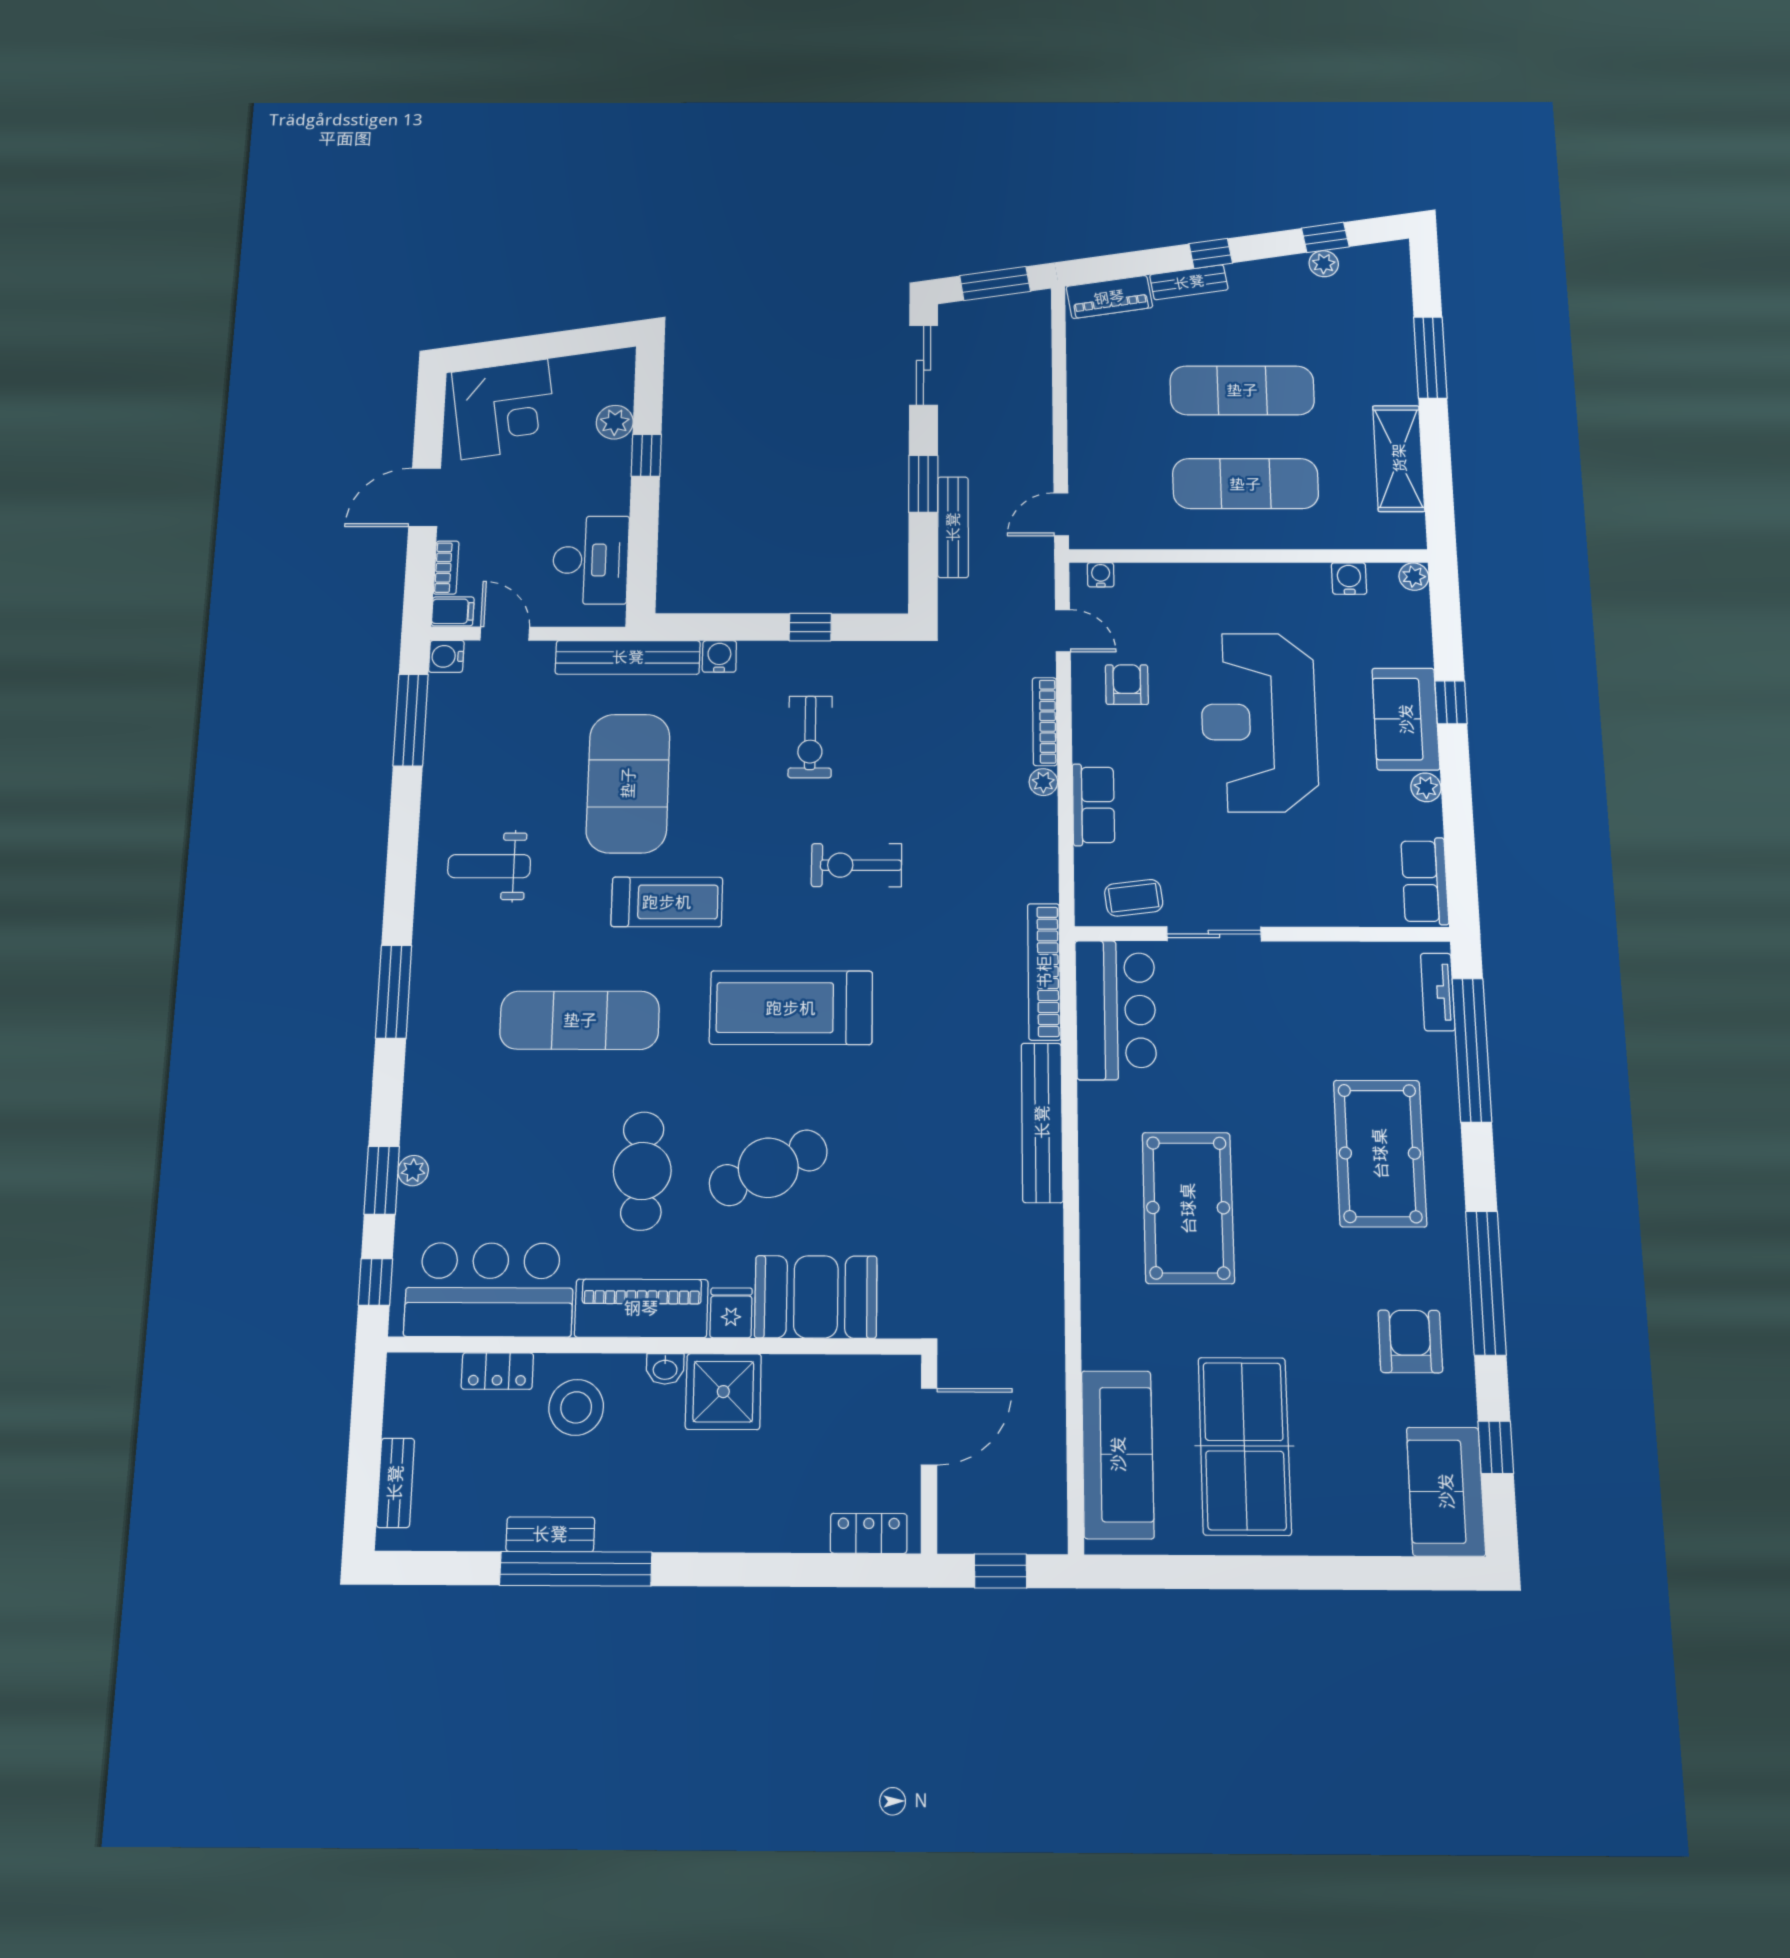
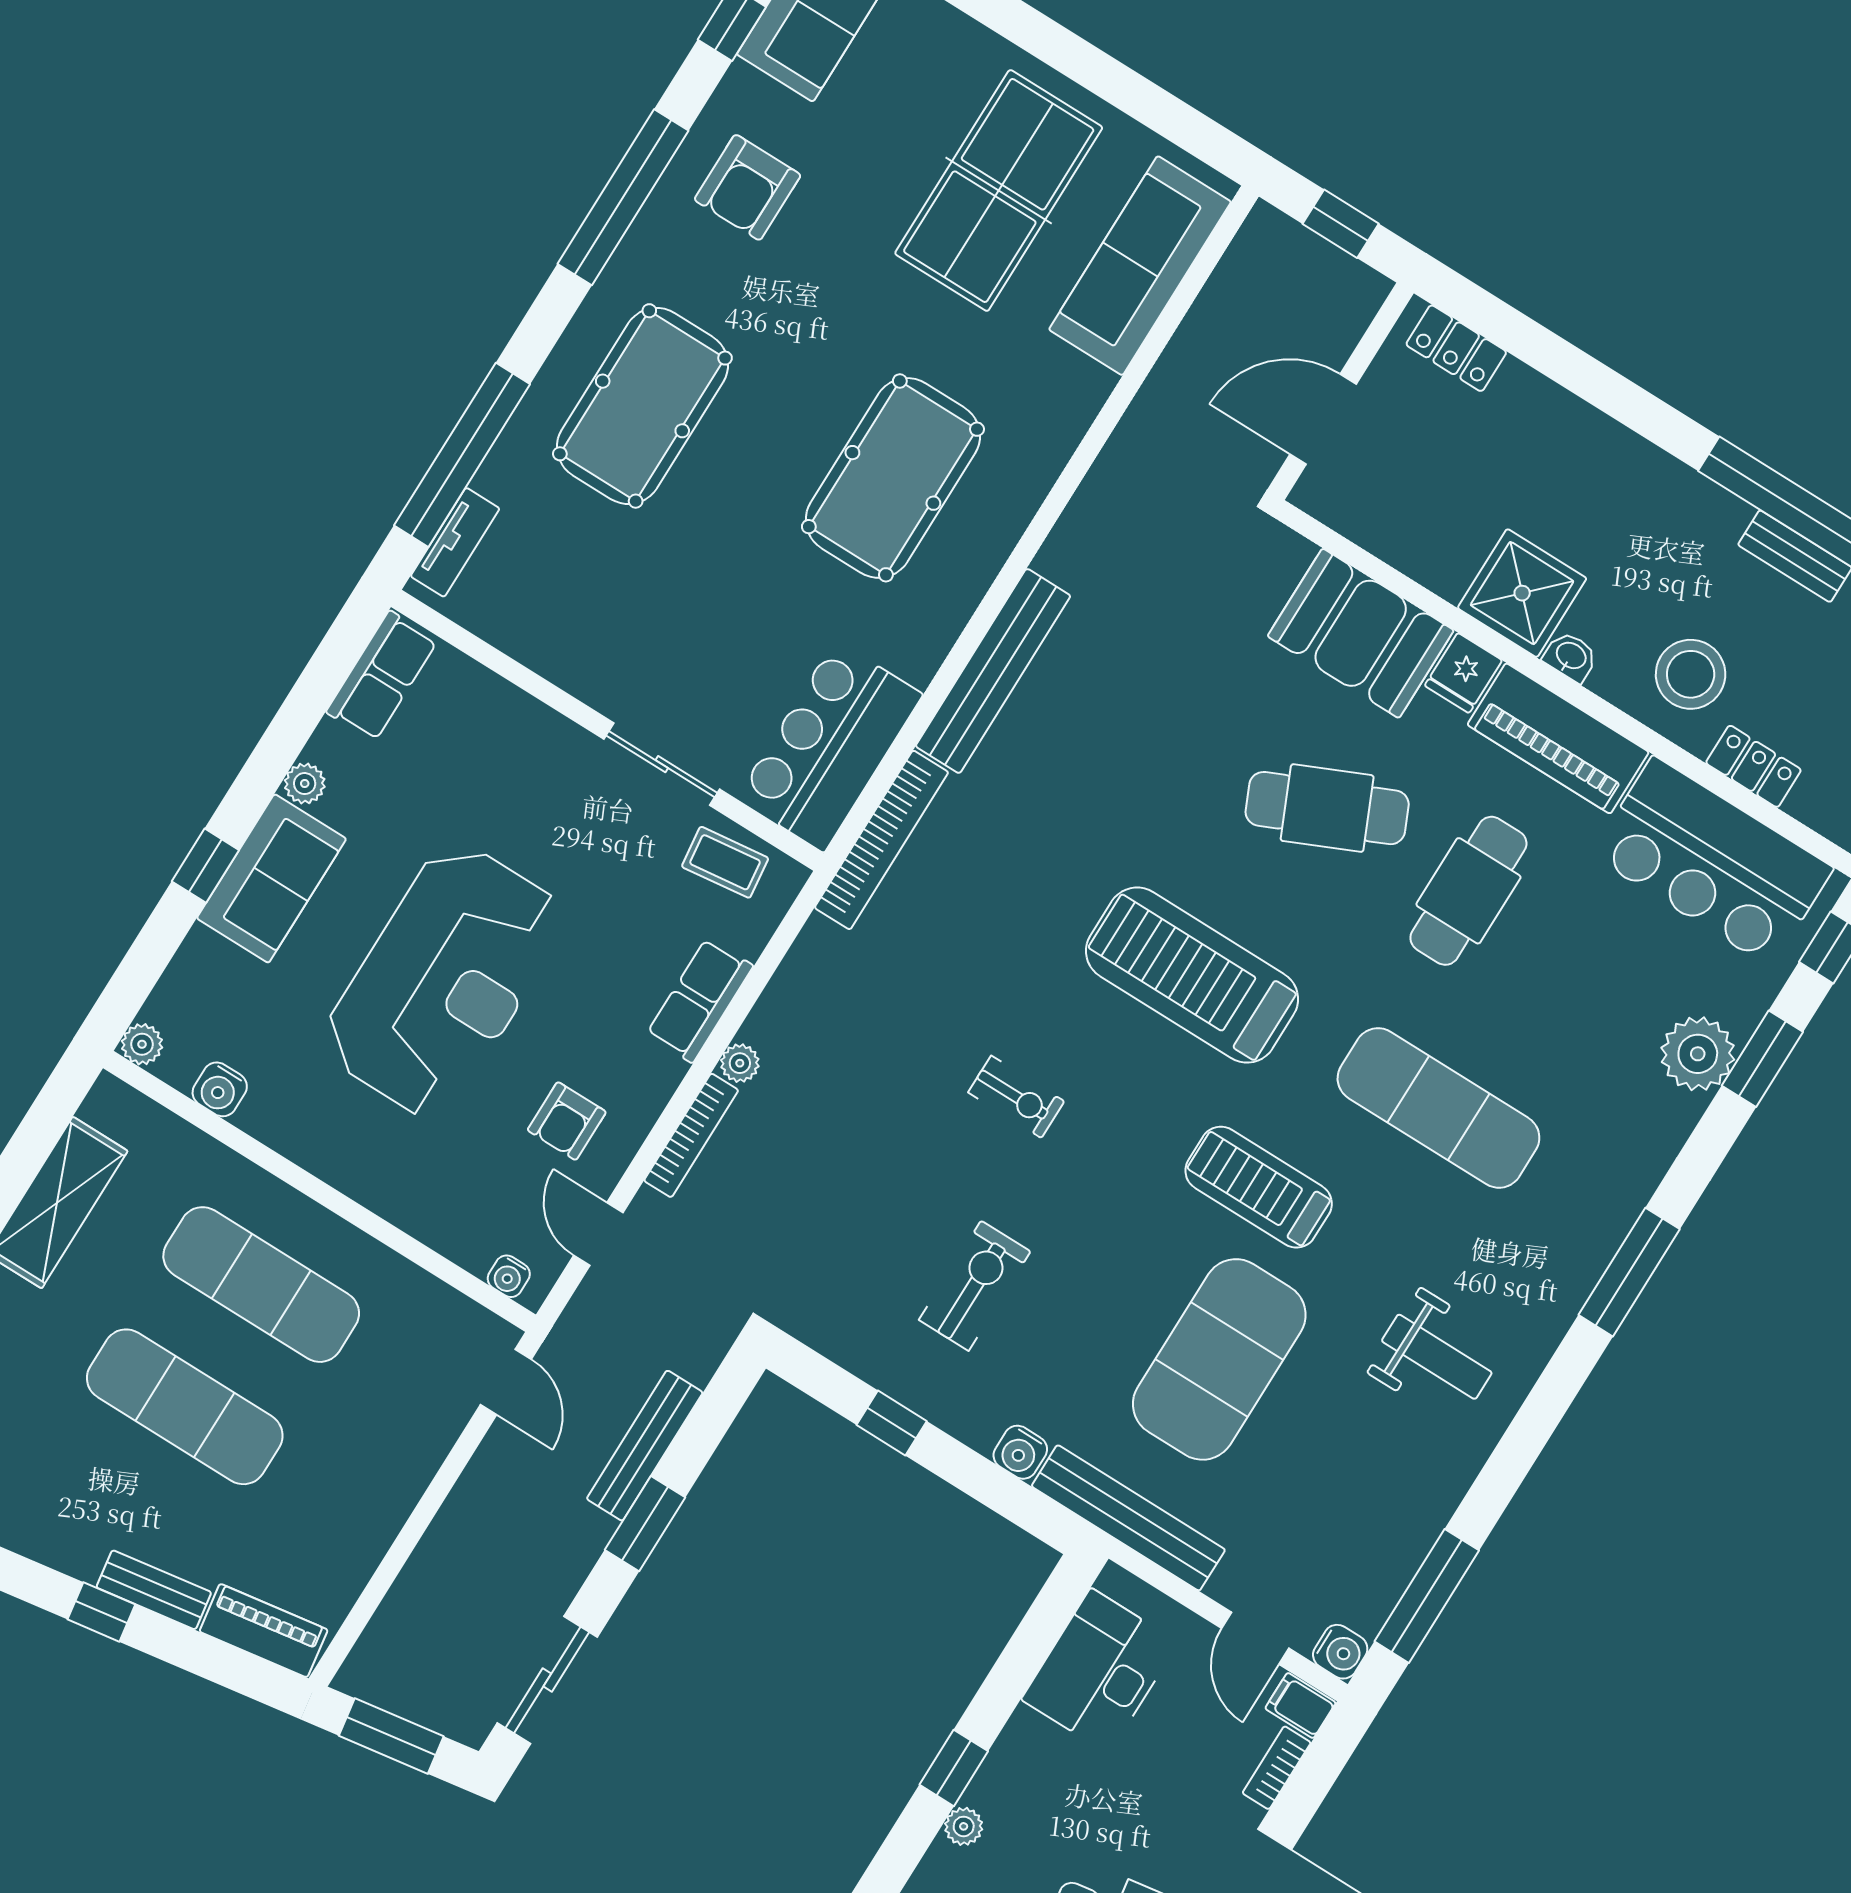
plant: (615, 422) -> (964, 1826), width x0.73, depth x0.73
door: (1061, 514) -> (506, 1382), hinge flipped
exercise bike: (856, 865) -> (1016, 1097), width x0.73, depth x0.72
treadmill: (791, 1008) -> (1192, 975), turned 180
plant: (413, 1171) -> (1698, 1054), width x1.87, depth x1.87

